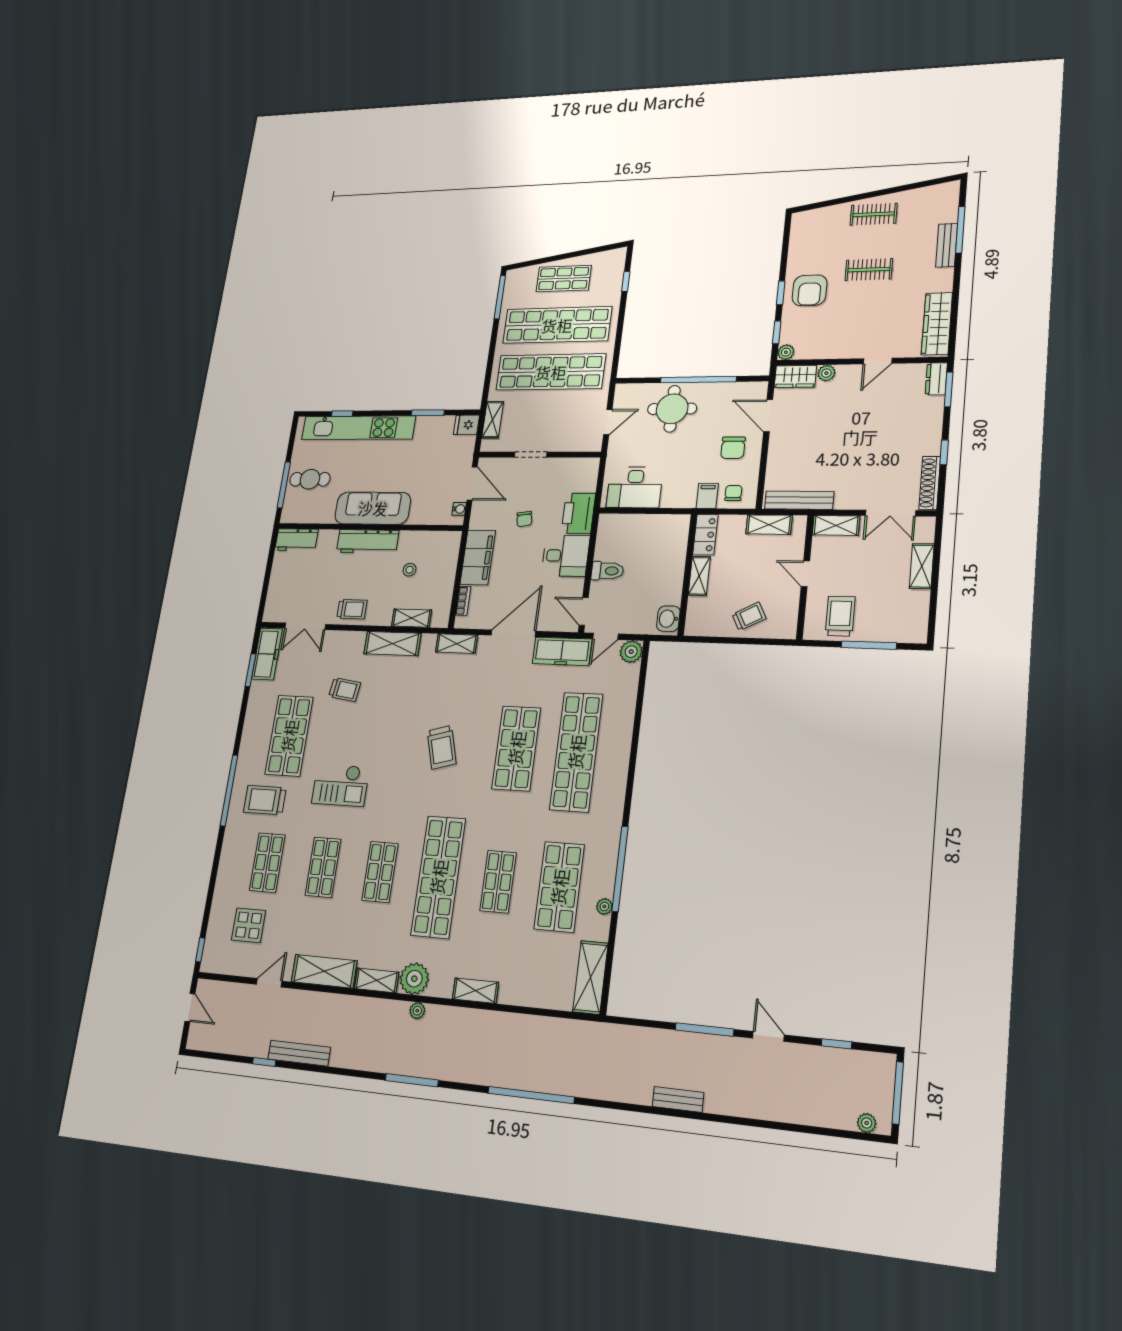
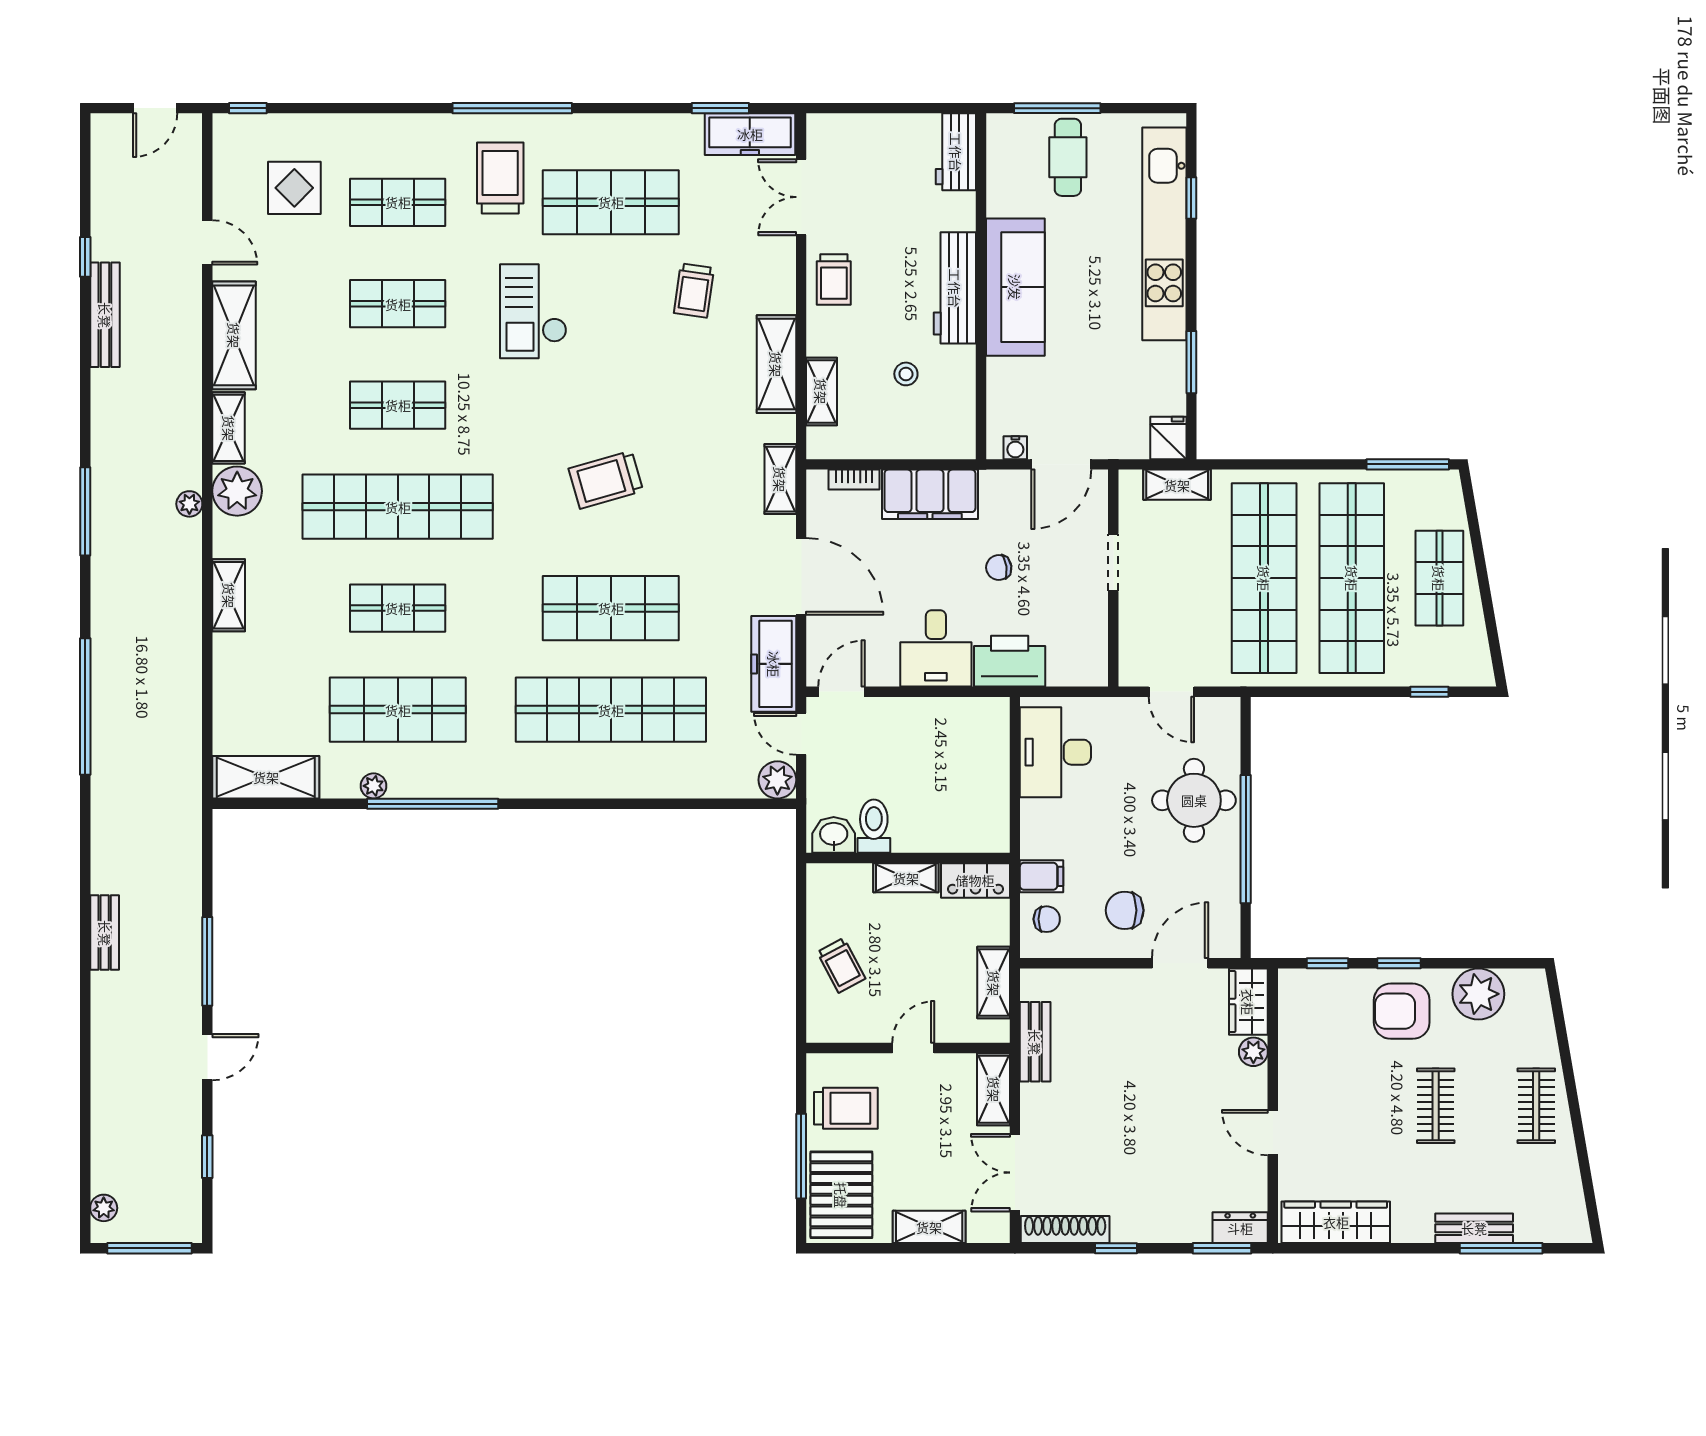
plant: (786, 352) -> (1478, 994), moved, width x1.88, depth x1.88
bench: (799, 500) -> (1035, 1042), width x0.73
toilet: (607, 571) -> (874, 826), moved, turned 180
pallet: (896, 621) -> (841, 1195), added

